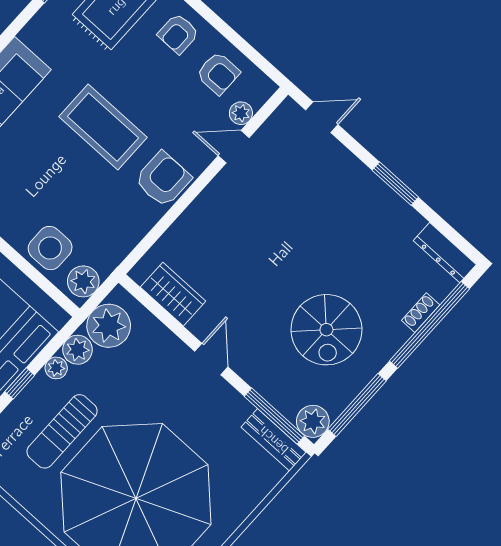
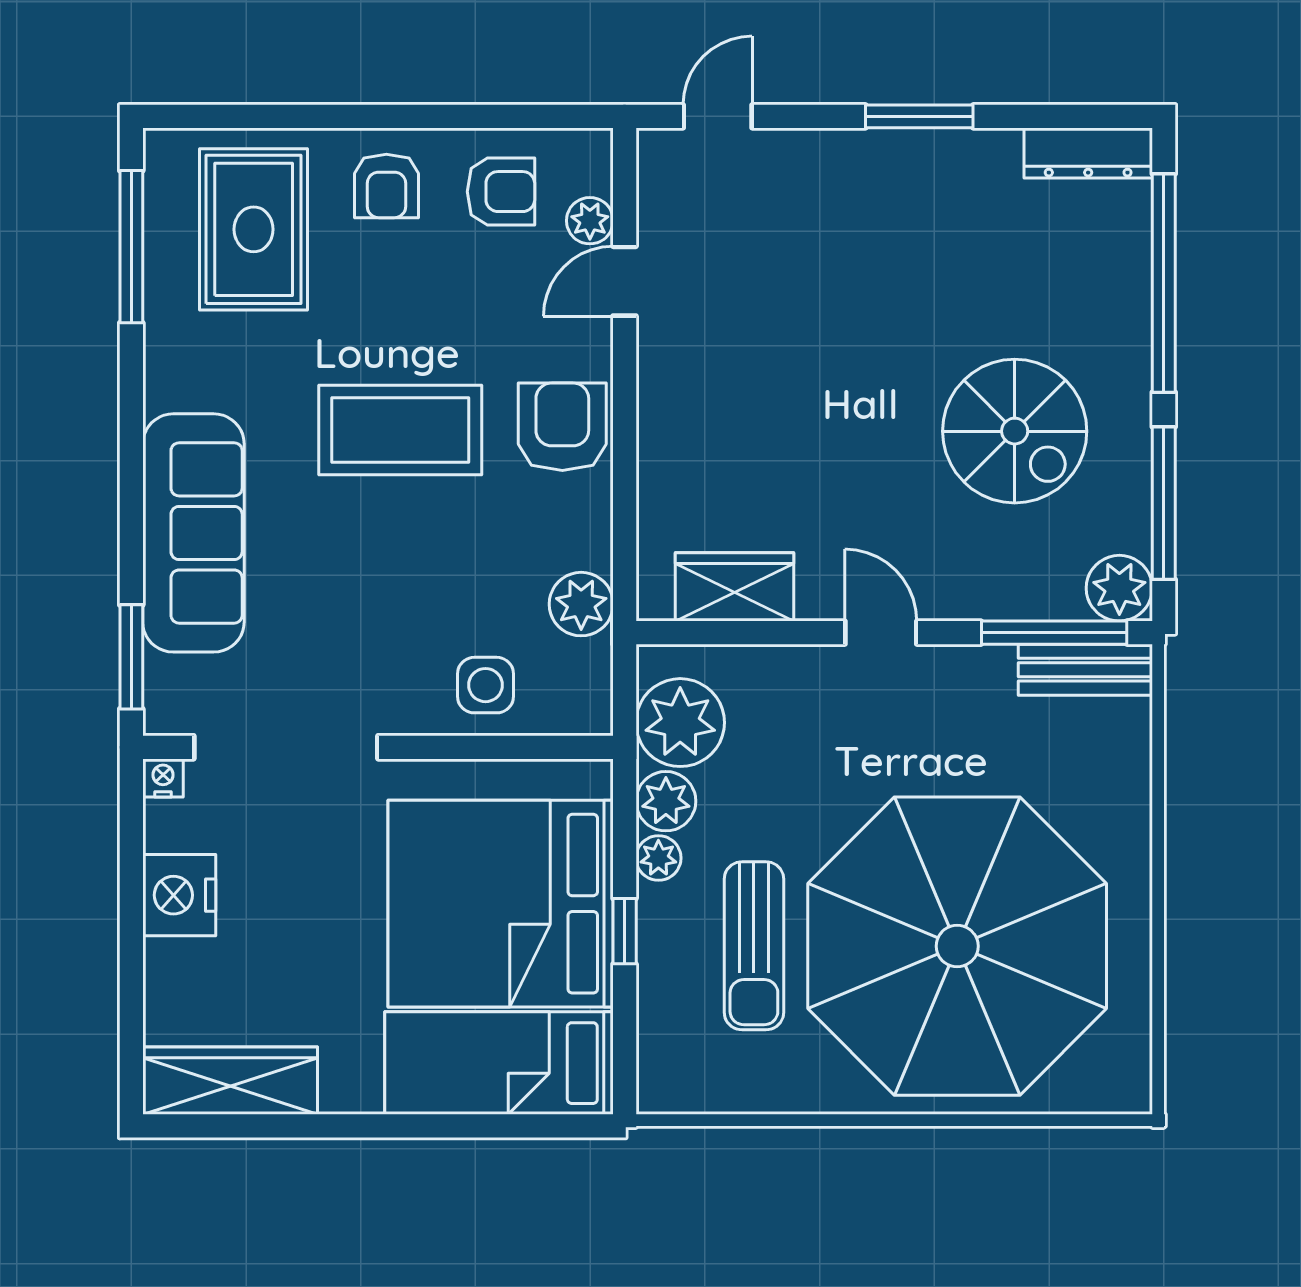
side table: (50, 248) -> (485, 685), width x0.73, depth x0.73
plant: (83, 281) -> (581, 604), moved
shoe rack: (421, 313) -> (1134, 277), removed

